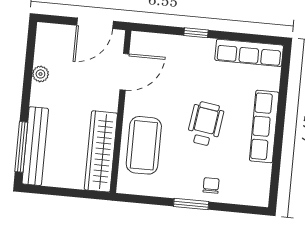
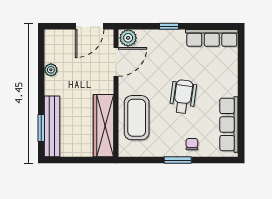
plant: (143, 43) -> (128, 38), added
row of seats: (264, 127) -> (229, 124), moved
window: (21, 147) -> (41, 128), width x0.69

